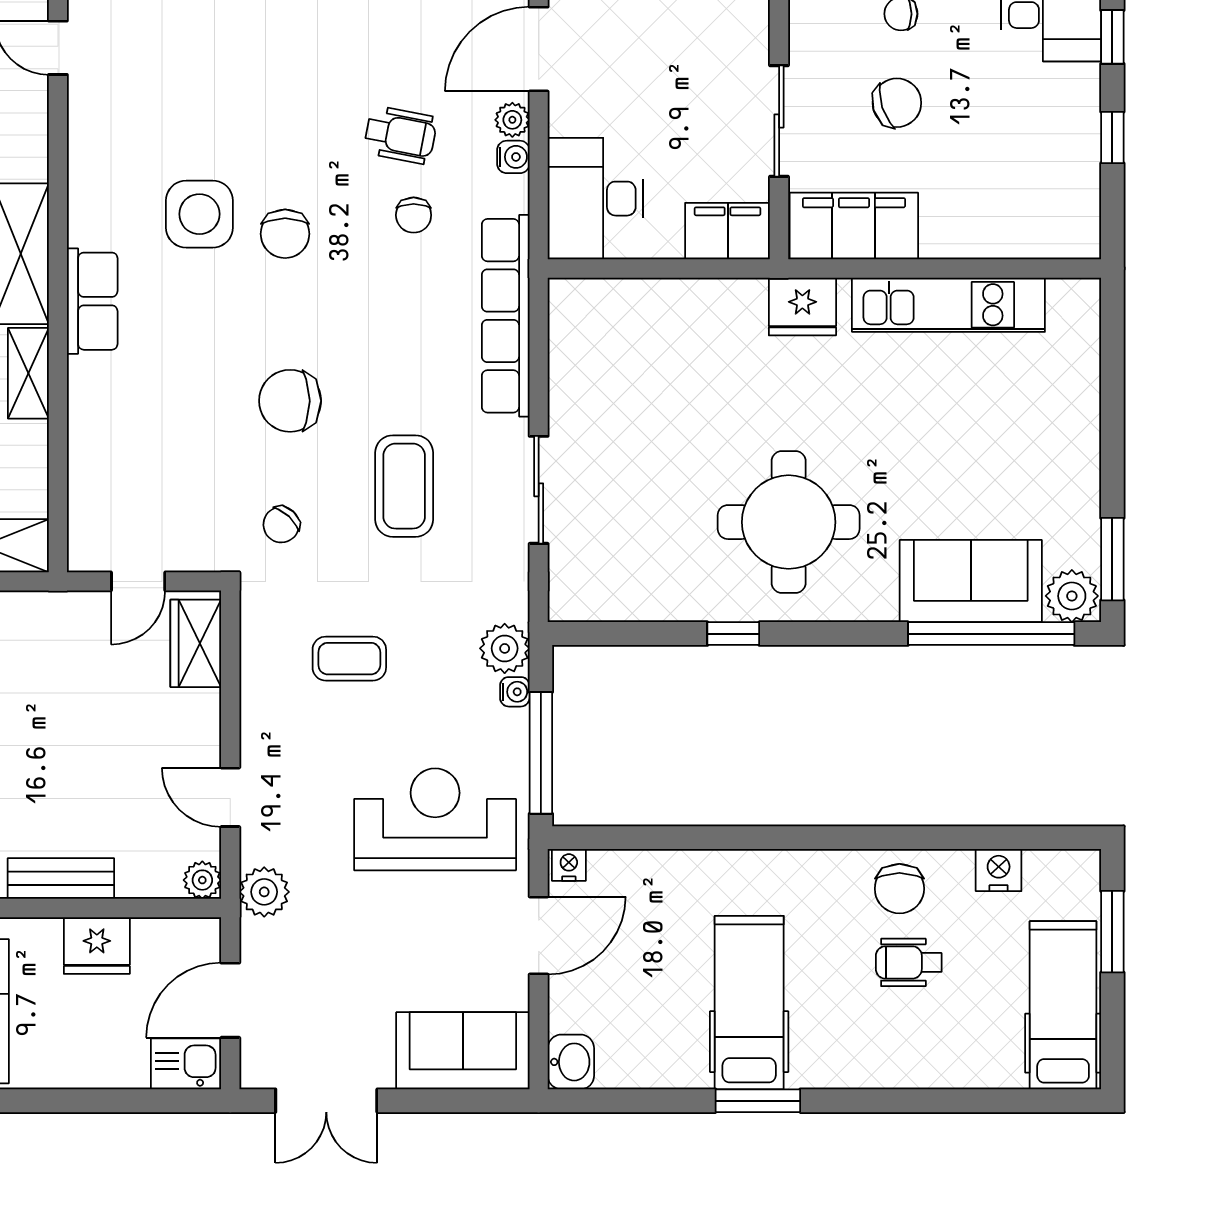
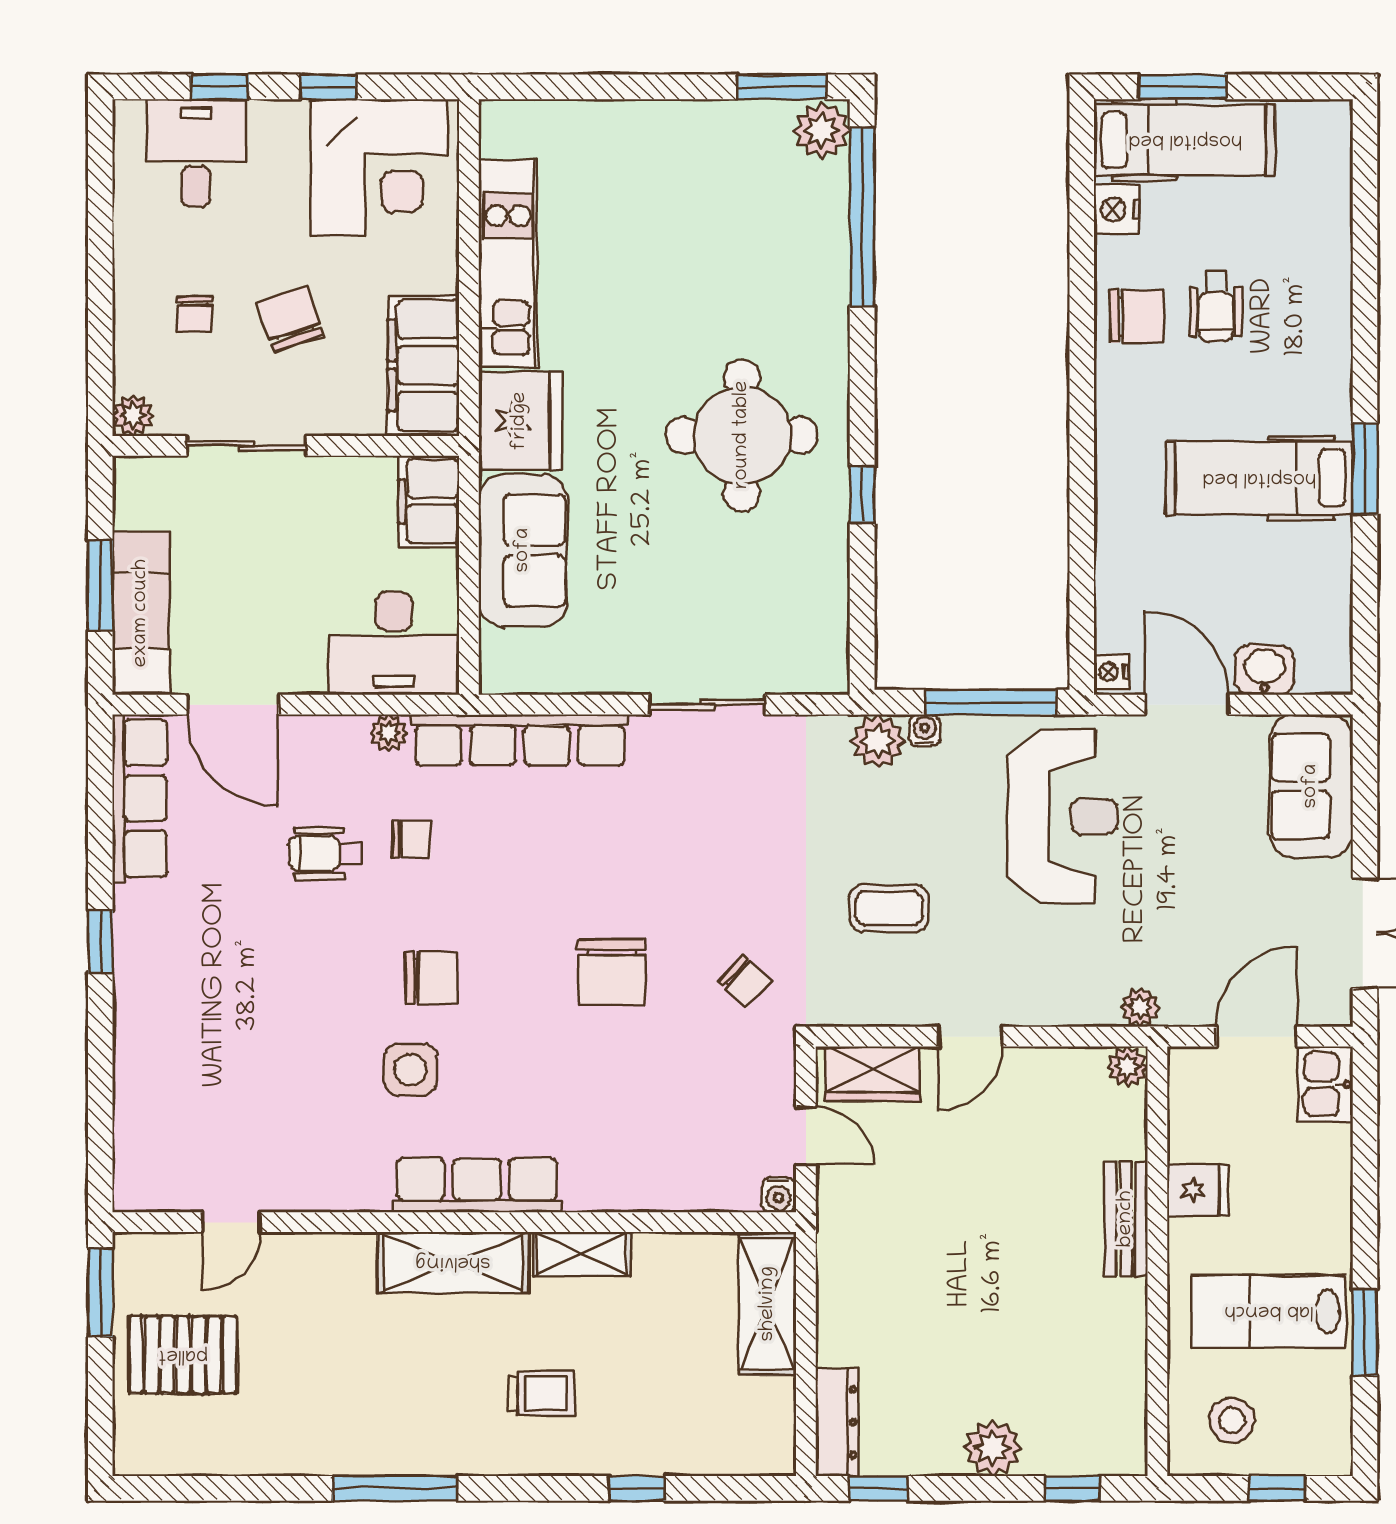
plant: (512, 120) -> (389, 733), moved
sliding door: (779, 121) -> (246, 446), moved
wheelchair: (400, 135) -> (325, 853), turned -101
water cooler: (513, 157) -> (779, 1195), moved, turned 180
corner desk: (1037, 185) -> (379, 168), added
side table: (199, 214) -> (410, 1070), width x0.73, depth x0.73
row of seats: (92, 301) -> (477, 1185), width x1.48
fridge: (802, 307) -> (520, 421), width x1.36, depth x1.34
coffee table: (404, 486) -> (703, 849), removed
sofa: (971, 581) -> (523, 550), moved, turned 180
coffee table: (349, 659) -> (889, 908), turned 90
door: (230, 797) -> (970, 1037), moved
reception desk: (435, 819) -> (1062, 816), turned 180
plant: (264, 892) -> (1140, 1007), width x0.73, depth x0.73
fridge: (97, 945) -> (1198, 1190), width x0.72
door: (230, 1000) -> (1257, 1037), swing flipped
hospital bed: (1063, 1005) -> (1185, 140), moved, turned 180
washbasin: (571, 1062) -> (1264, 670), moved

